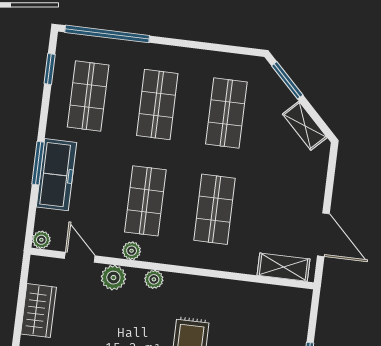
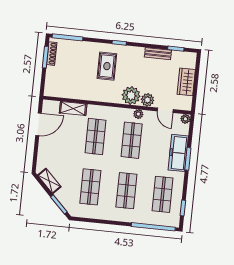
door: (323, 235) -> (38, 124), swing flipped
shelving: (283, 267) -> (73, 109), moved
plant: (154, 279) -> (131, 96), width x1.88, depth x1.88

